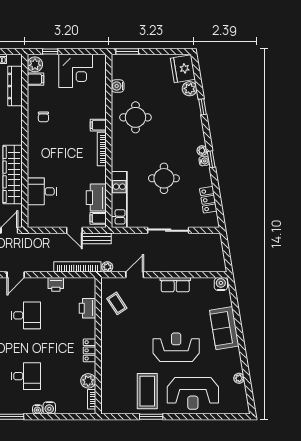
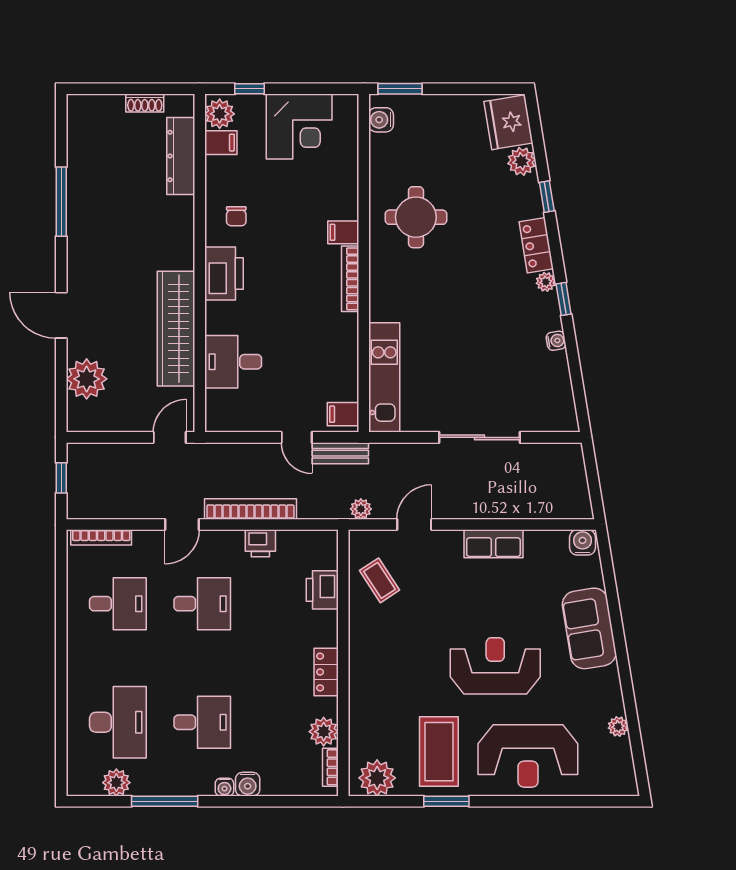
water cooler: (118, 86) -> (381, 120), moved
water cooler: (204, 161) -> (556, 341), moved
round table: (164, 178) -> (471, 336), removed
printer: (96, 198) -> (224, 274), moved, turned 180
locker: (208, 200) -> (536, 245), moved
bookcase: (77, 267) -> (250, 509), moved
plant: (116, 405) -> (377, 778), added

